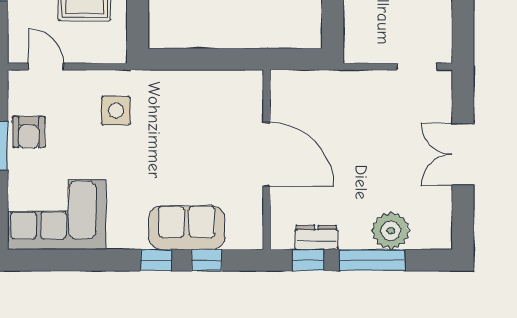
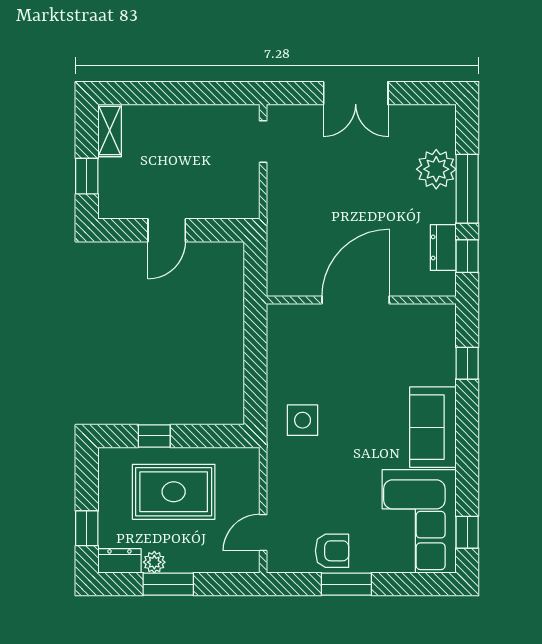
side table: (116, 111) -> (303, 420), moved
sofa: (187, 228) -> (433, 427), moved
window: (156, 260) -> (467, 532), moved

